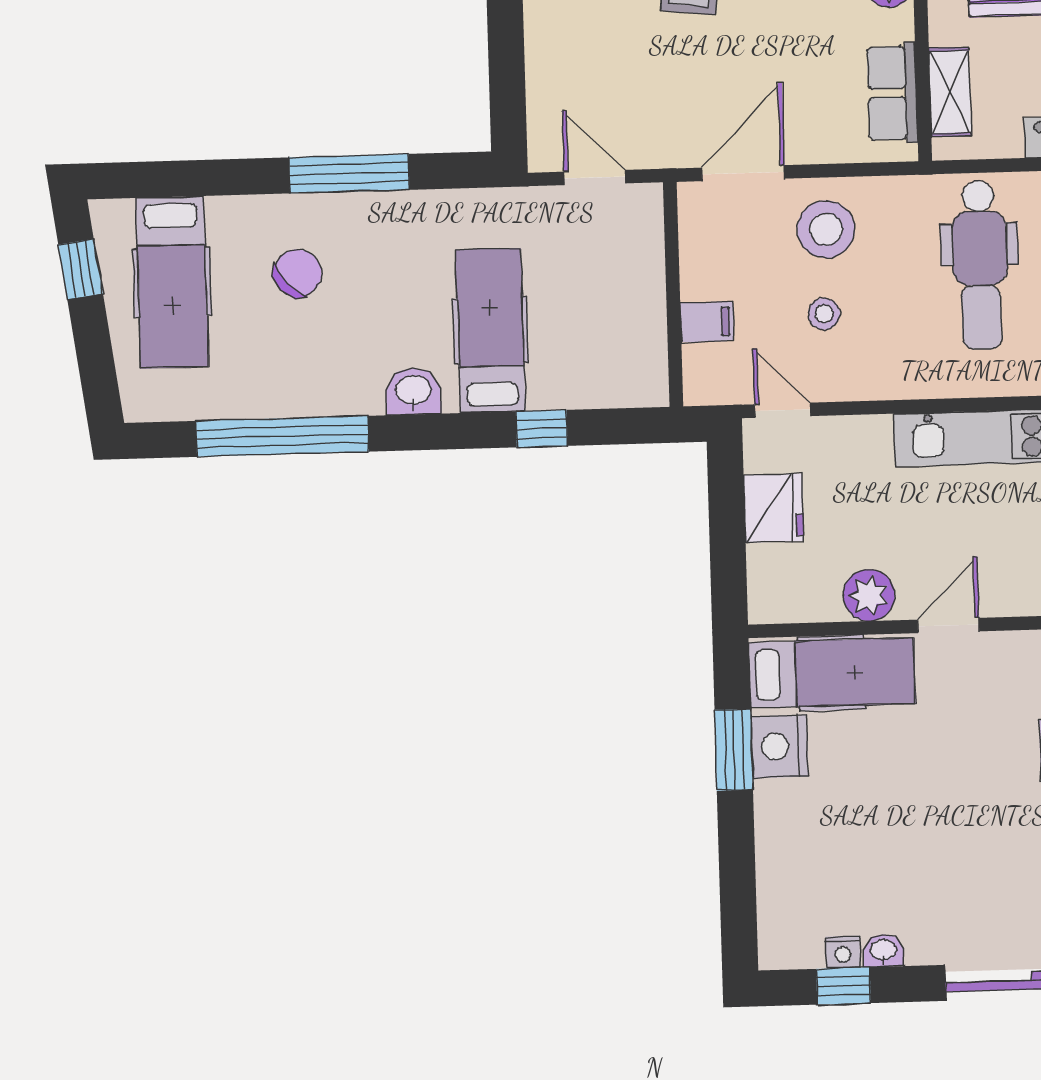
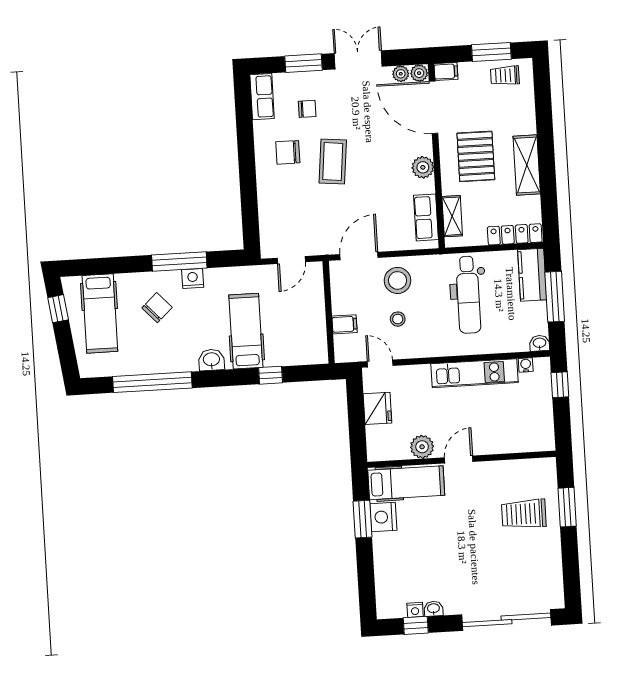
door: (595, 178) -> (291, 260), swing flipped
nightstand: (377, 212) -> (193, 278), added

